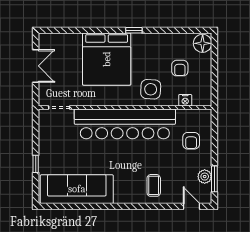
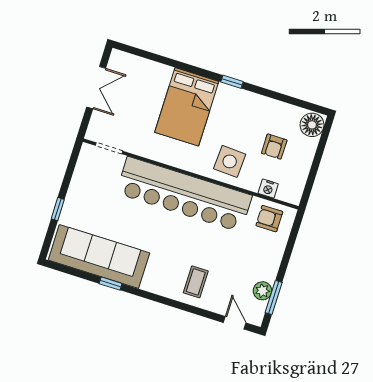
bed: (107, 59) -> (187, 107), width x0.73
armchair: (191, 141) -> (269, 219), moved, turned 90
window: (92, 206) -> (111, 284), added

